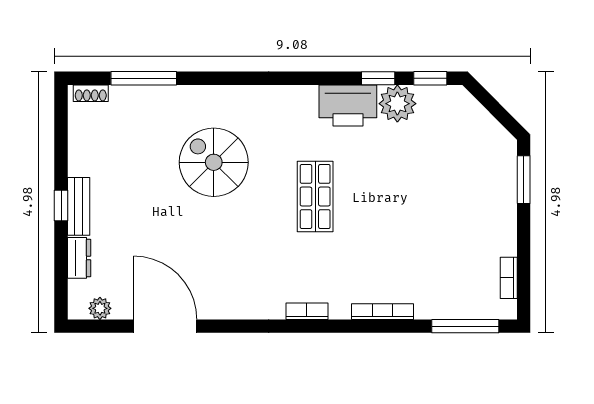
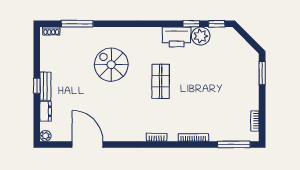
plant: (100, 308) -> (45, 136), moved

